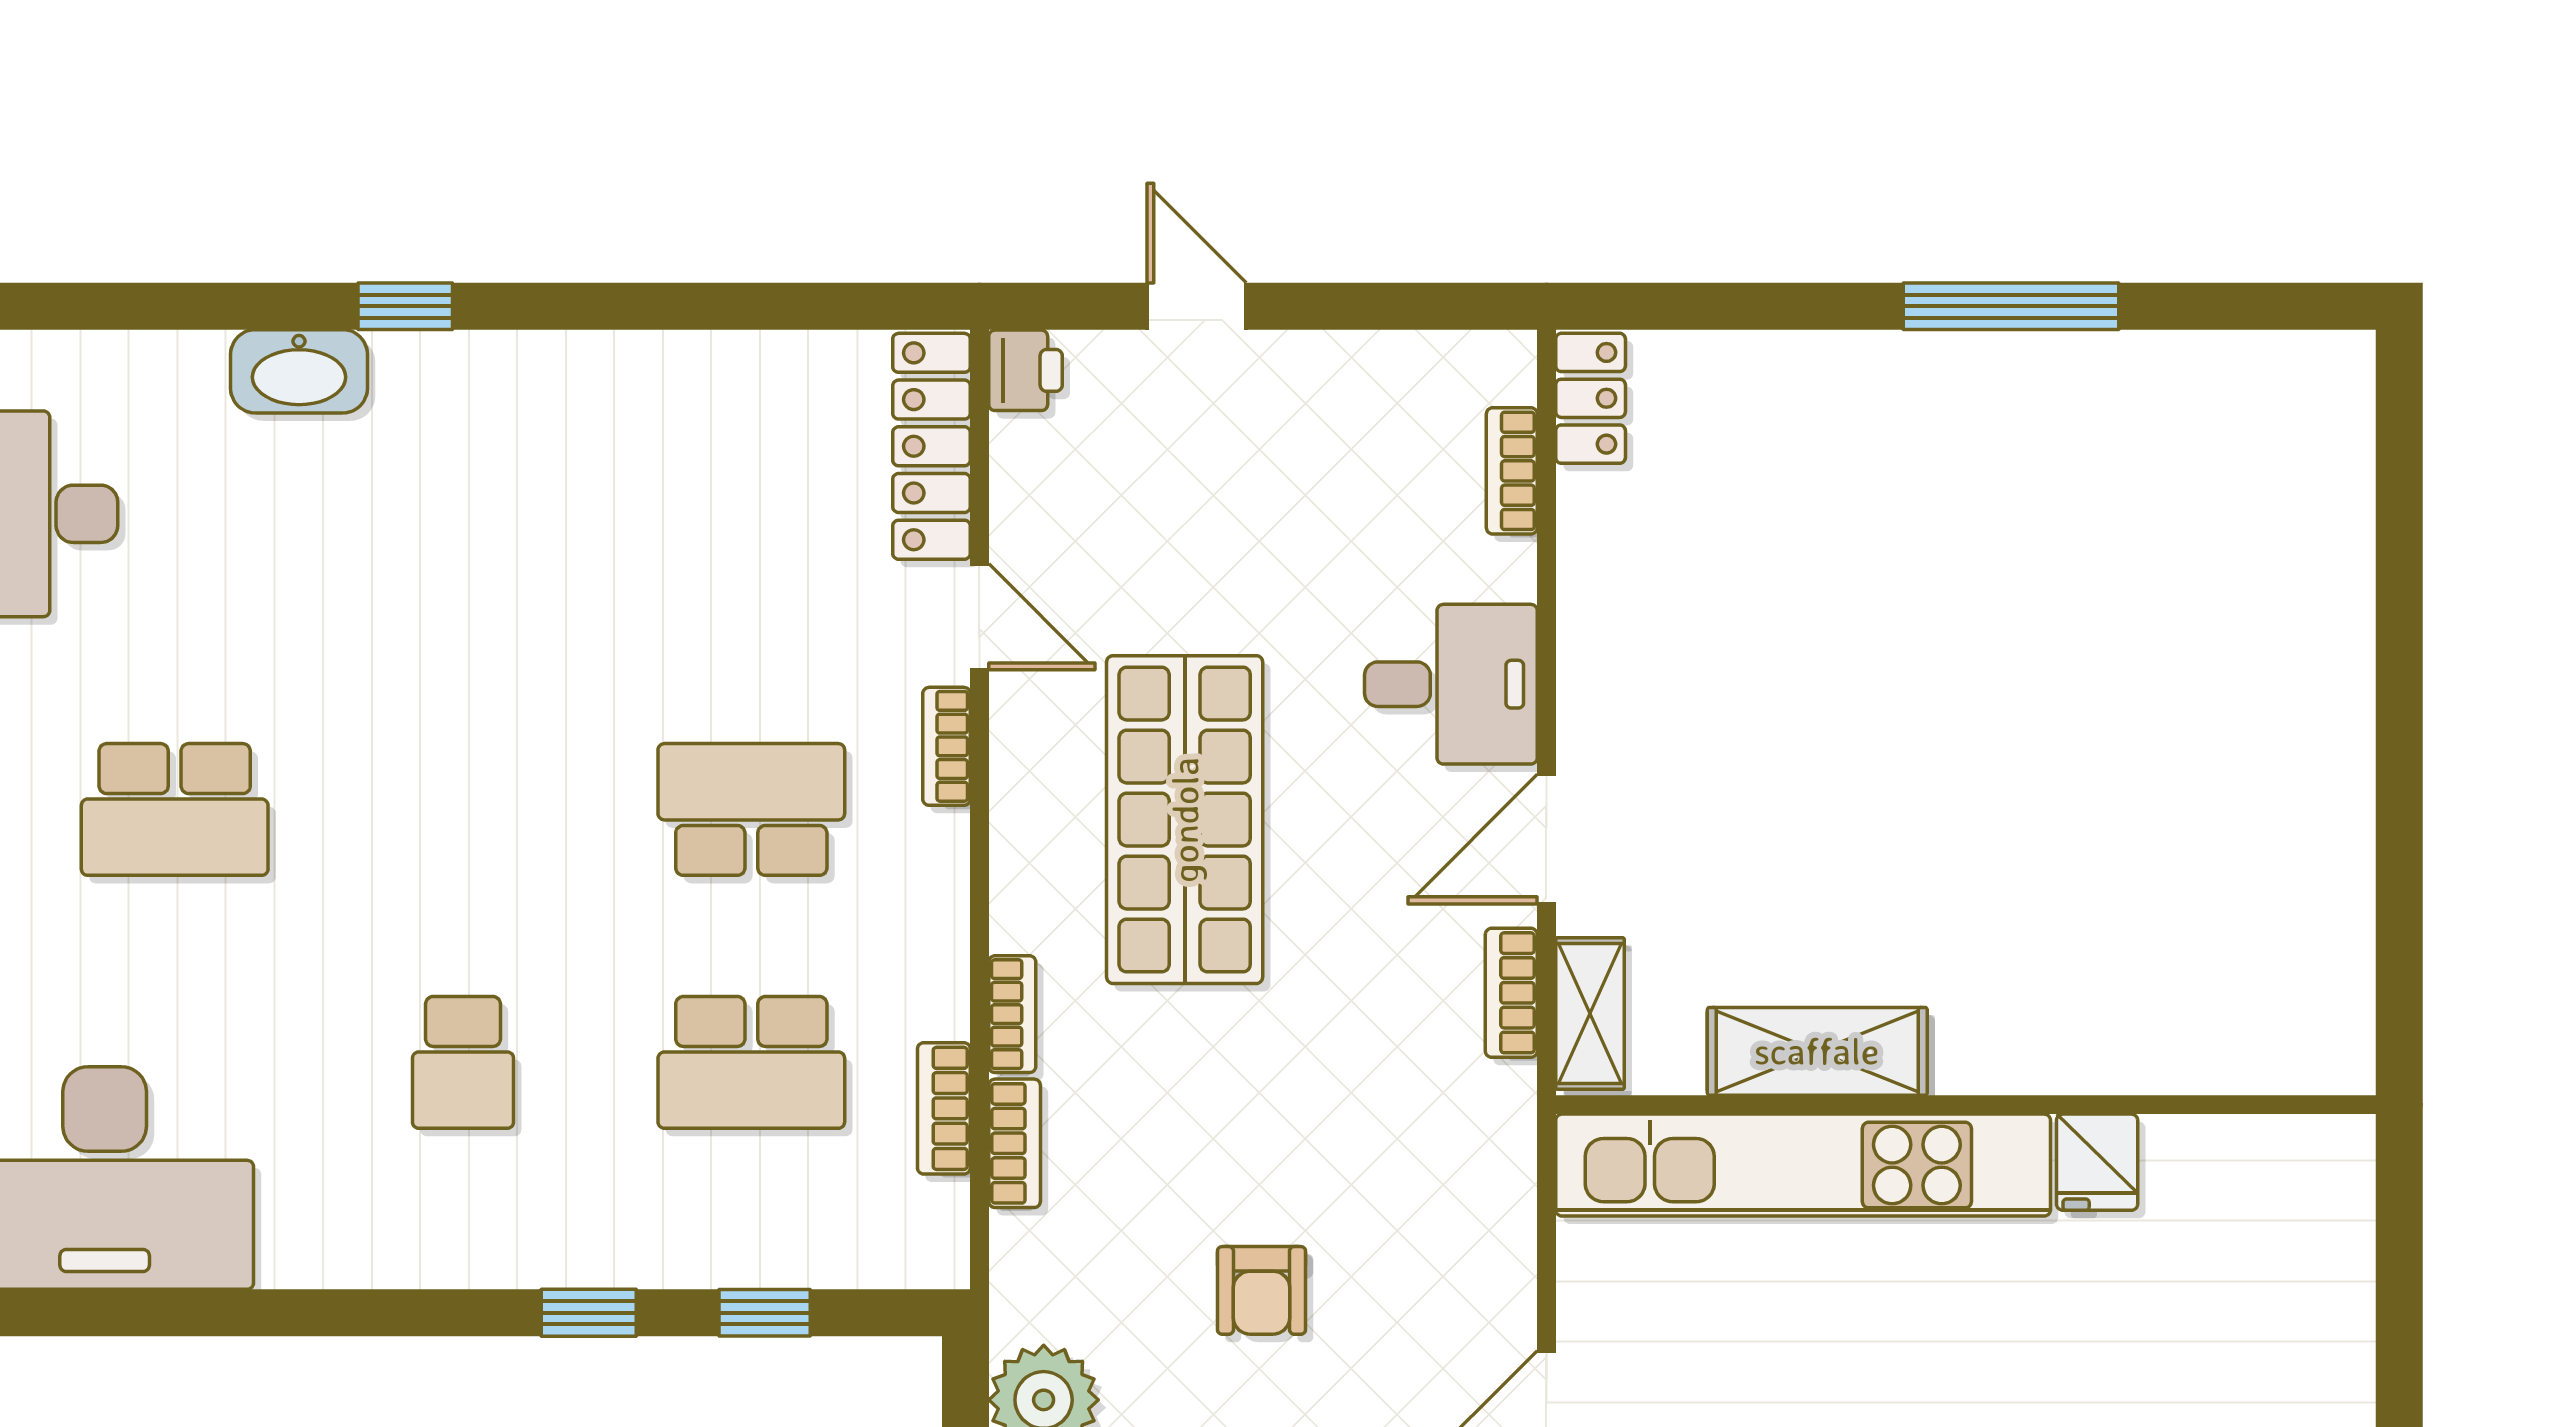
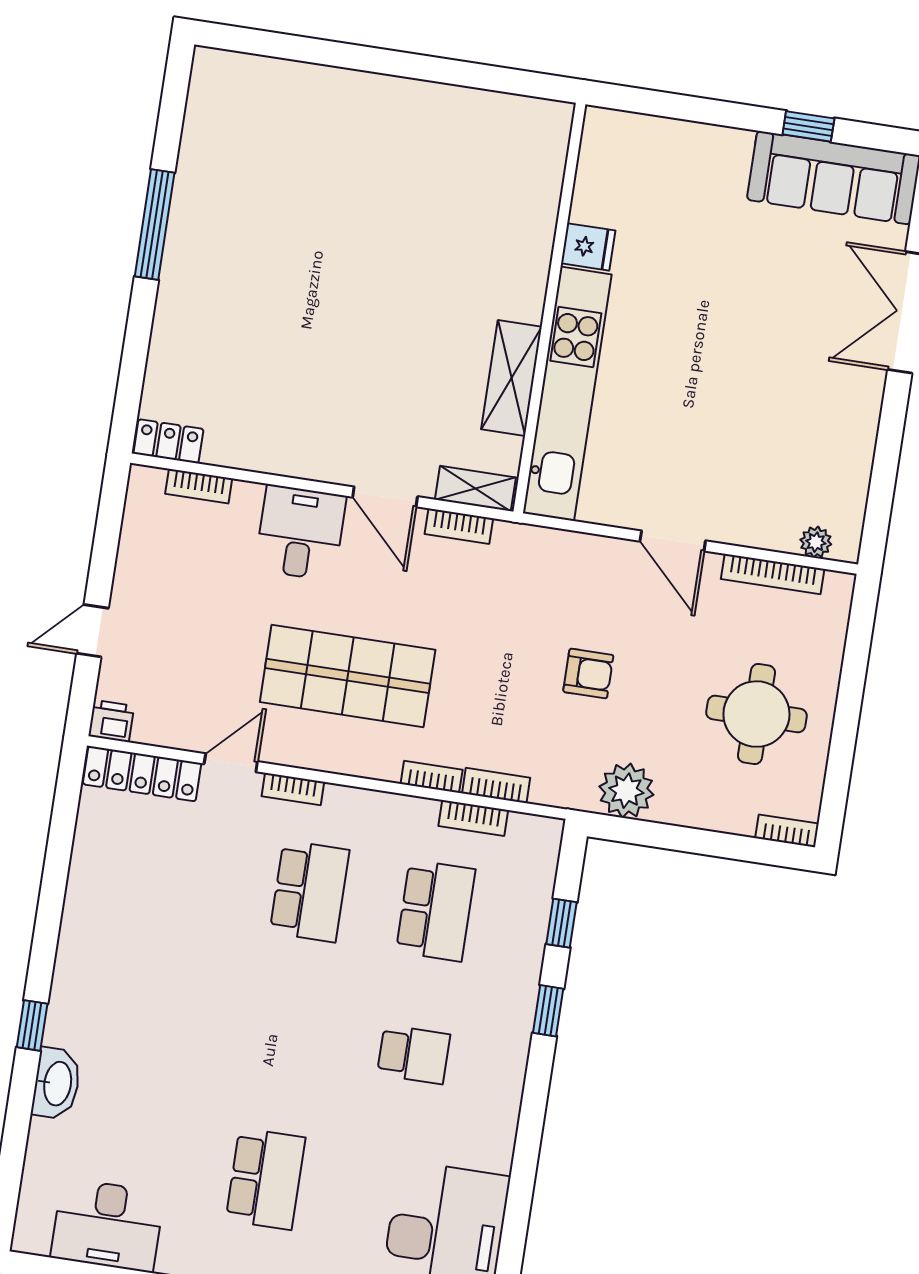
school desk: (751, 809) -> (310, 891), turned 180

